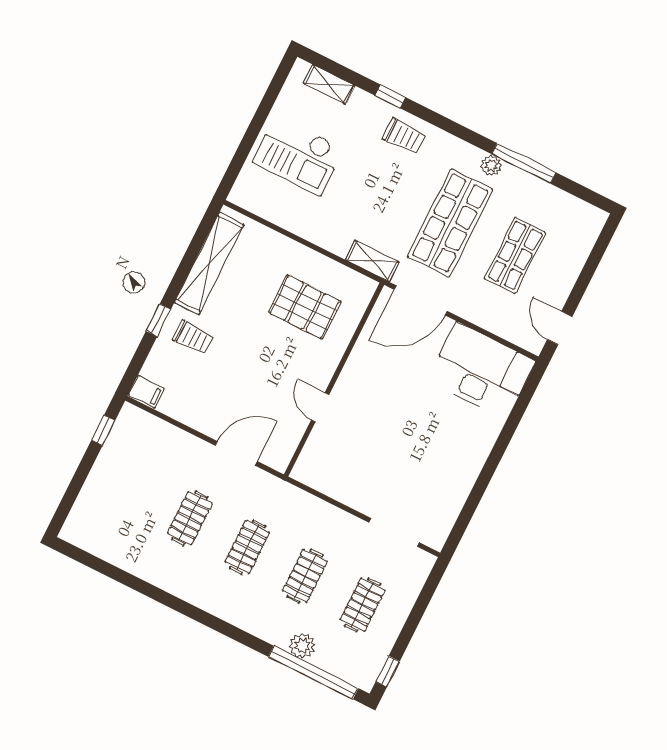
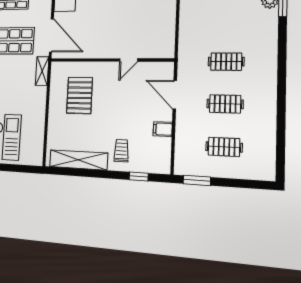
window: (158, 320) -> (139, 176), moved
filing cabinet: (146, 392) -> (163, 129), moved, turned -90
window: (103, 430) -> (197, 180), width x1.50
clothes rail: (305, 576) -> (224, 147), moved

